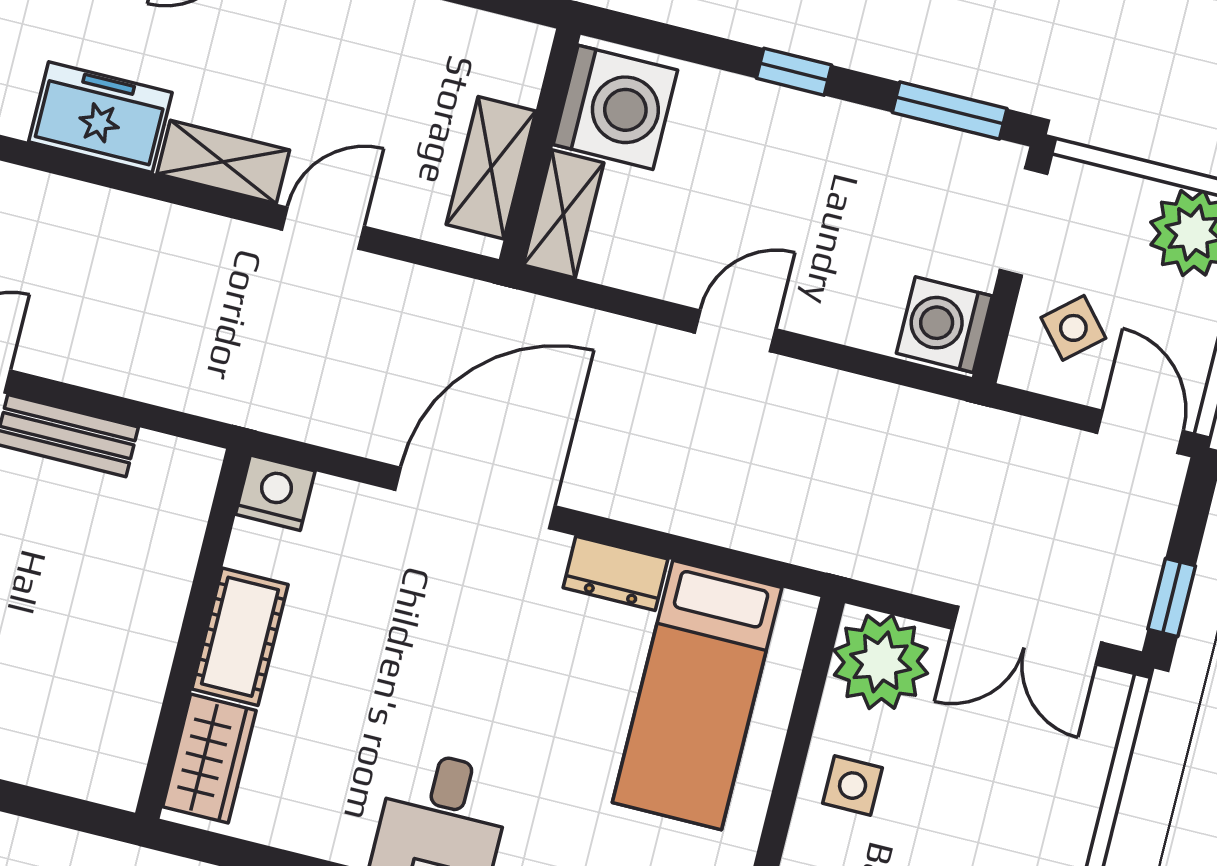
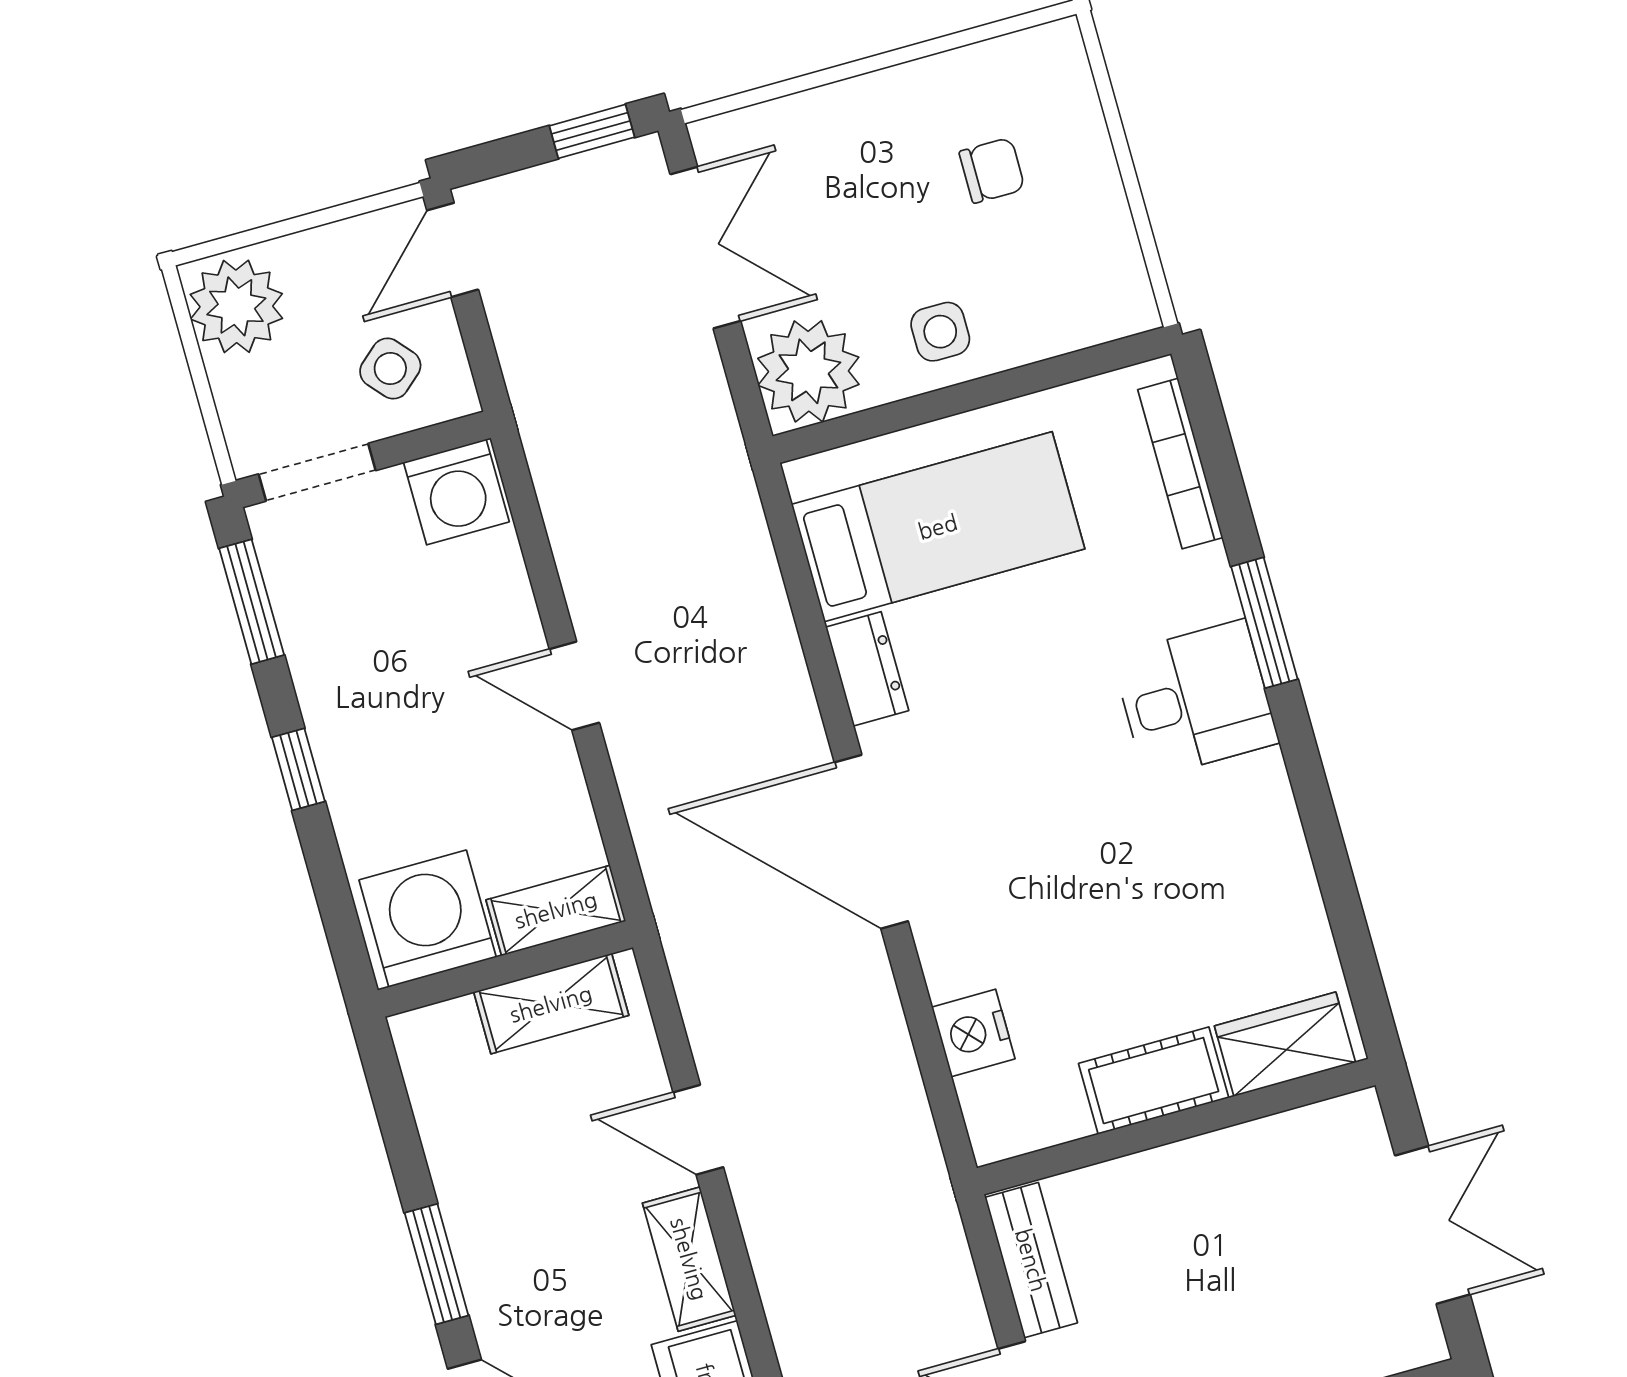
wall: (193, 634) -> (1176, 1127), moved
cot: (240, 637) -> (1154, 1081), moved
wardrobe: (209, 759) -> (1285, 1044), moved

